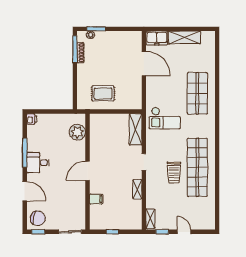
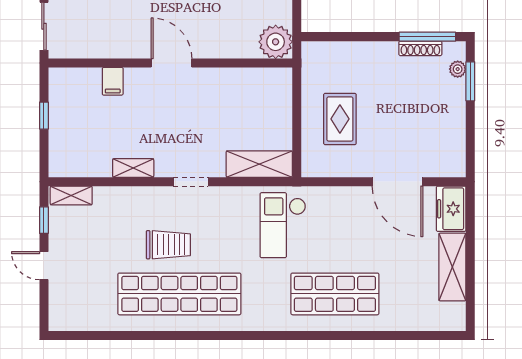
door: (144, 64) -> (398, 182), hinge flipped
rug: (103, 93) -> (340, 119), moved
plant: (77, 132) -> (276, 42), moved
trolley: (174, 173) -> (168, 245), turned 180
door: (184, 232) -> (44, 266), swing flipped

